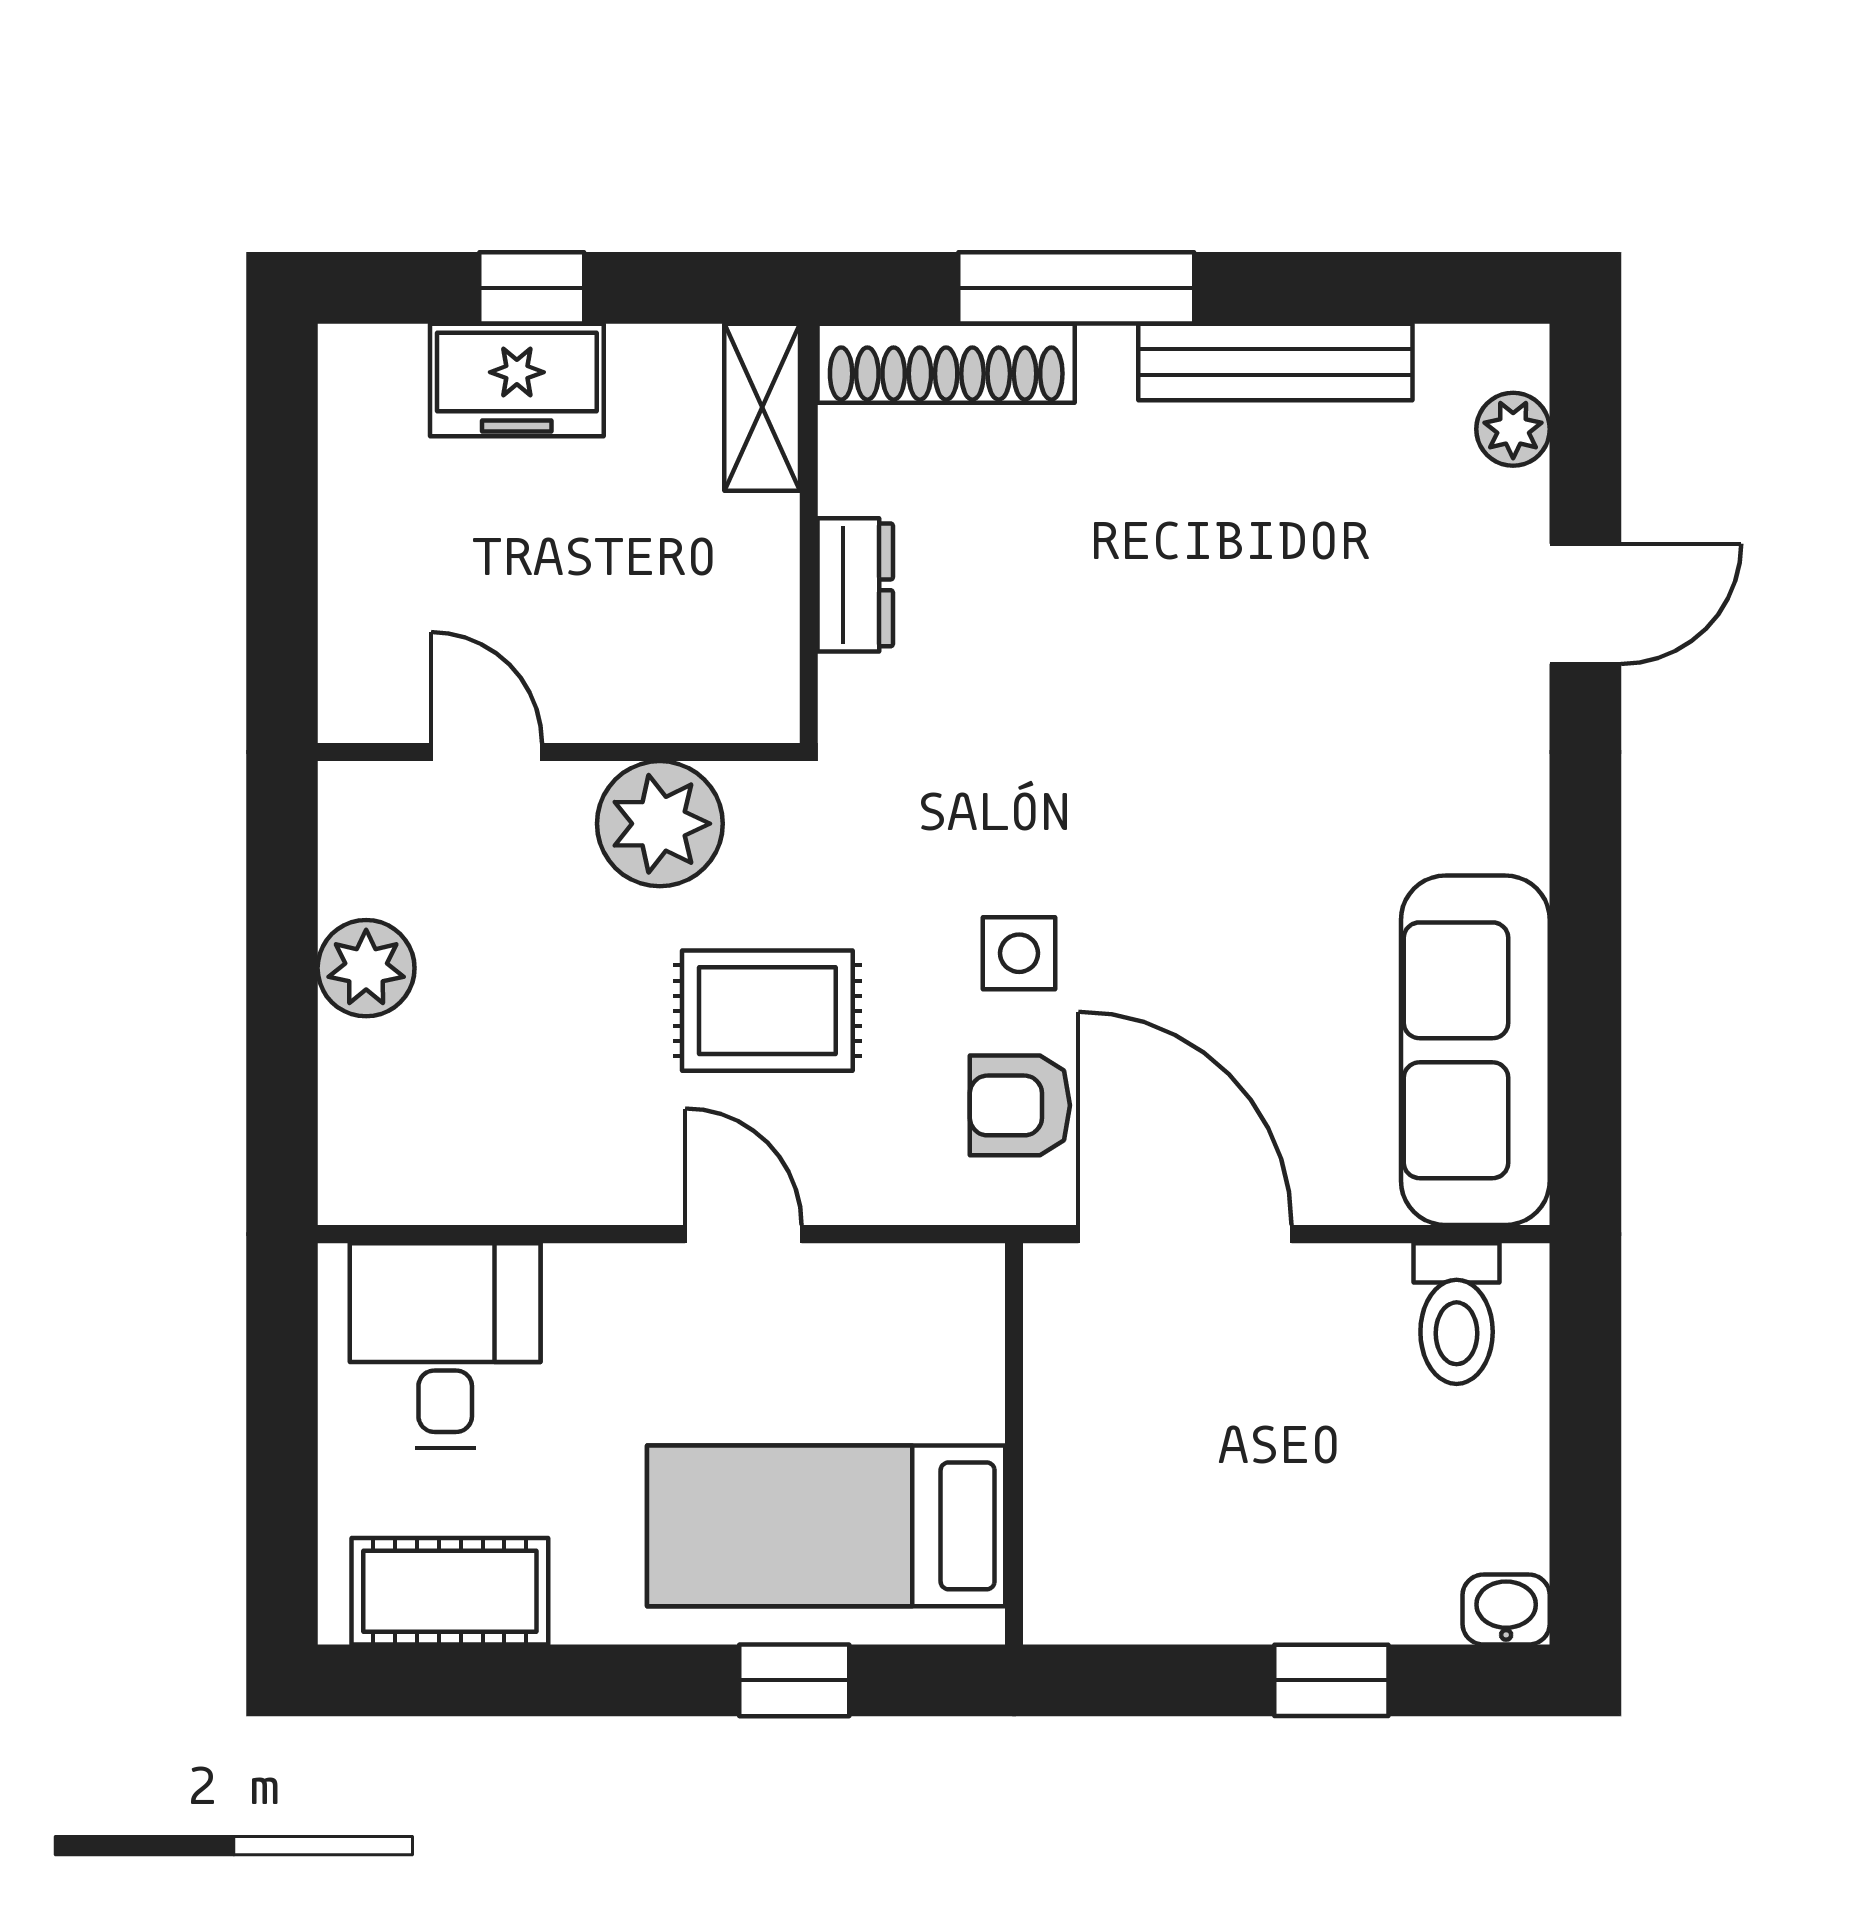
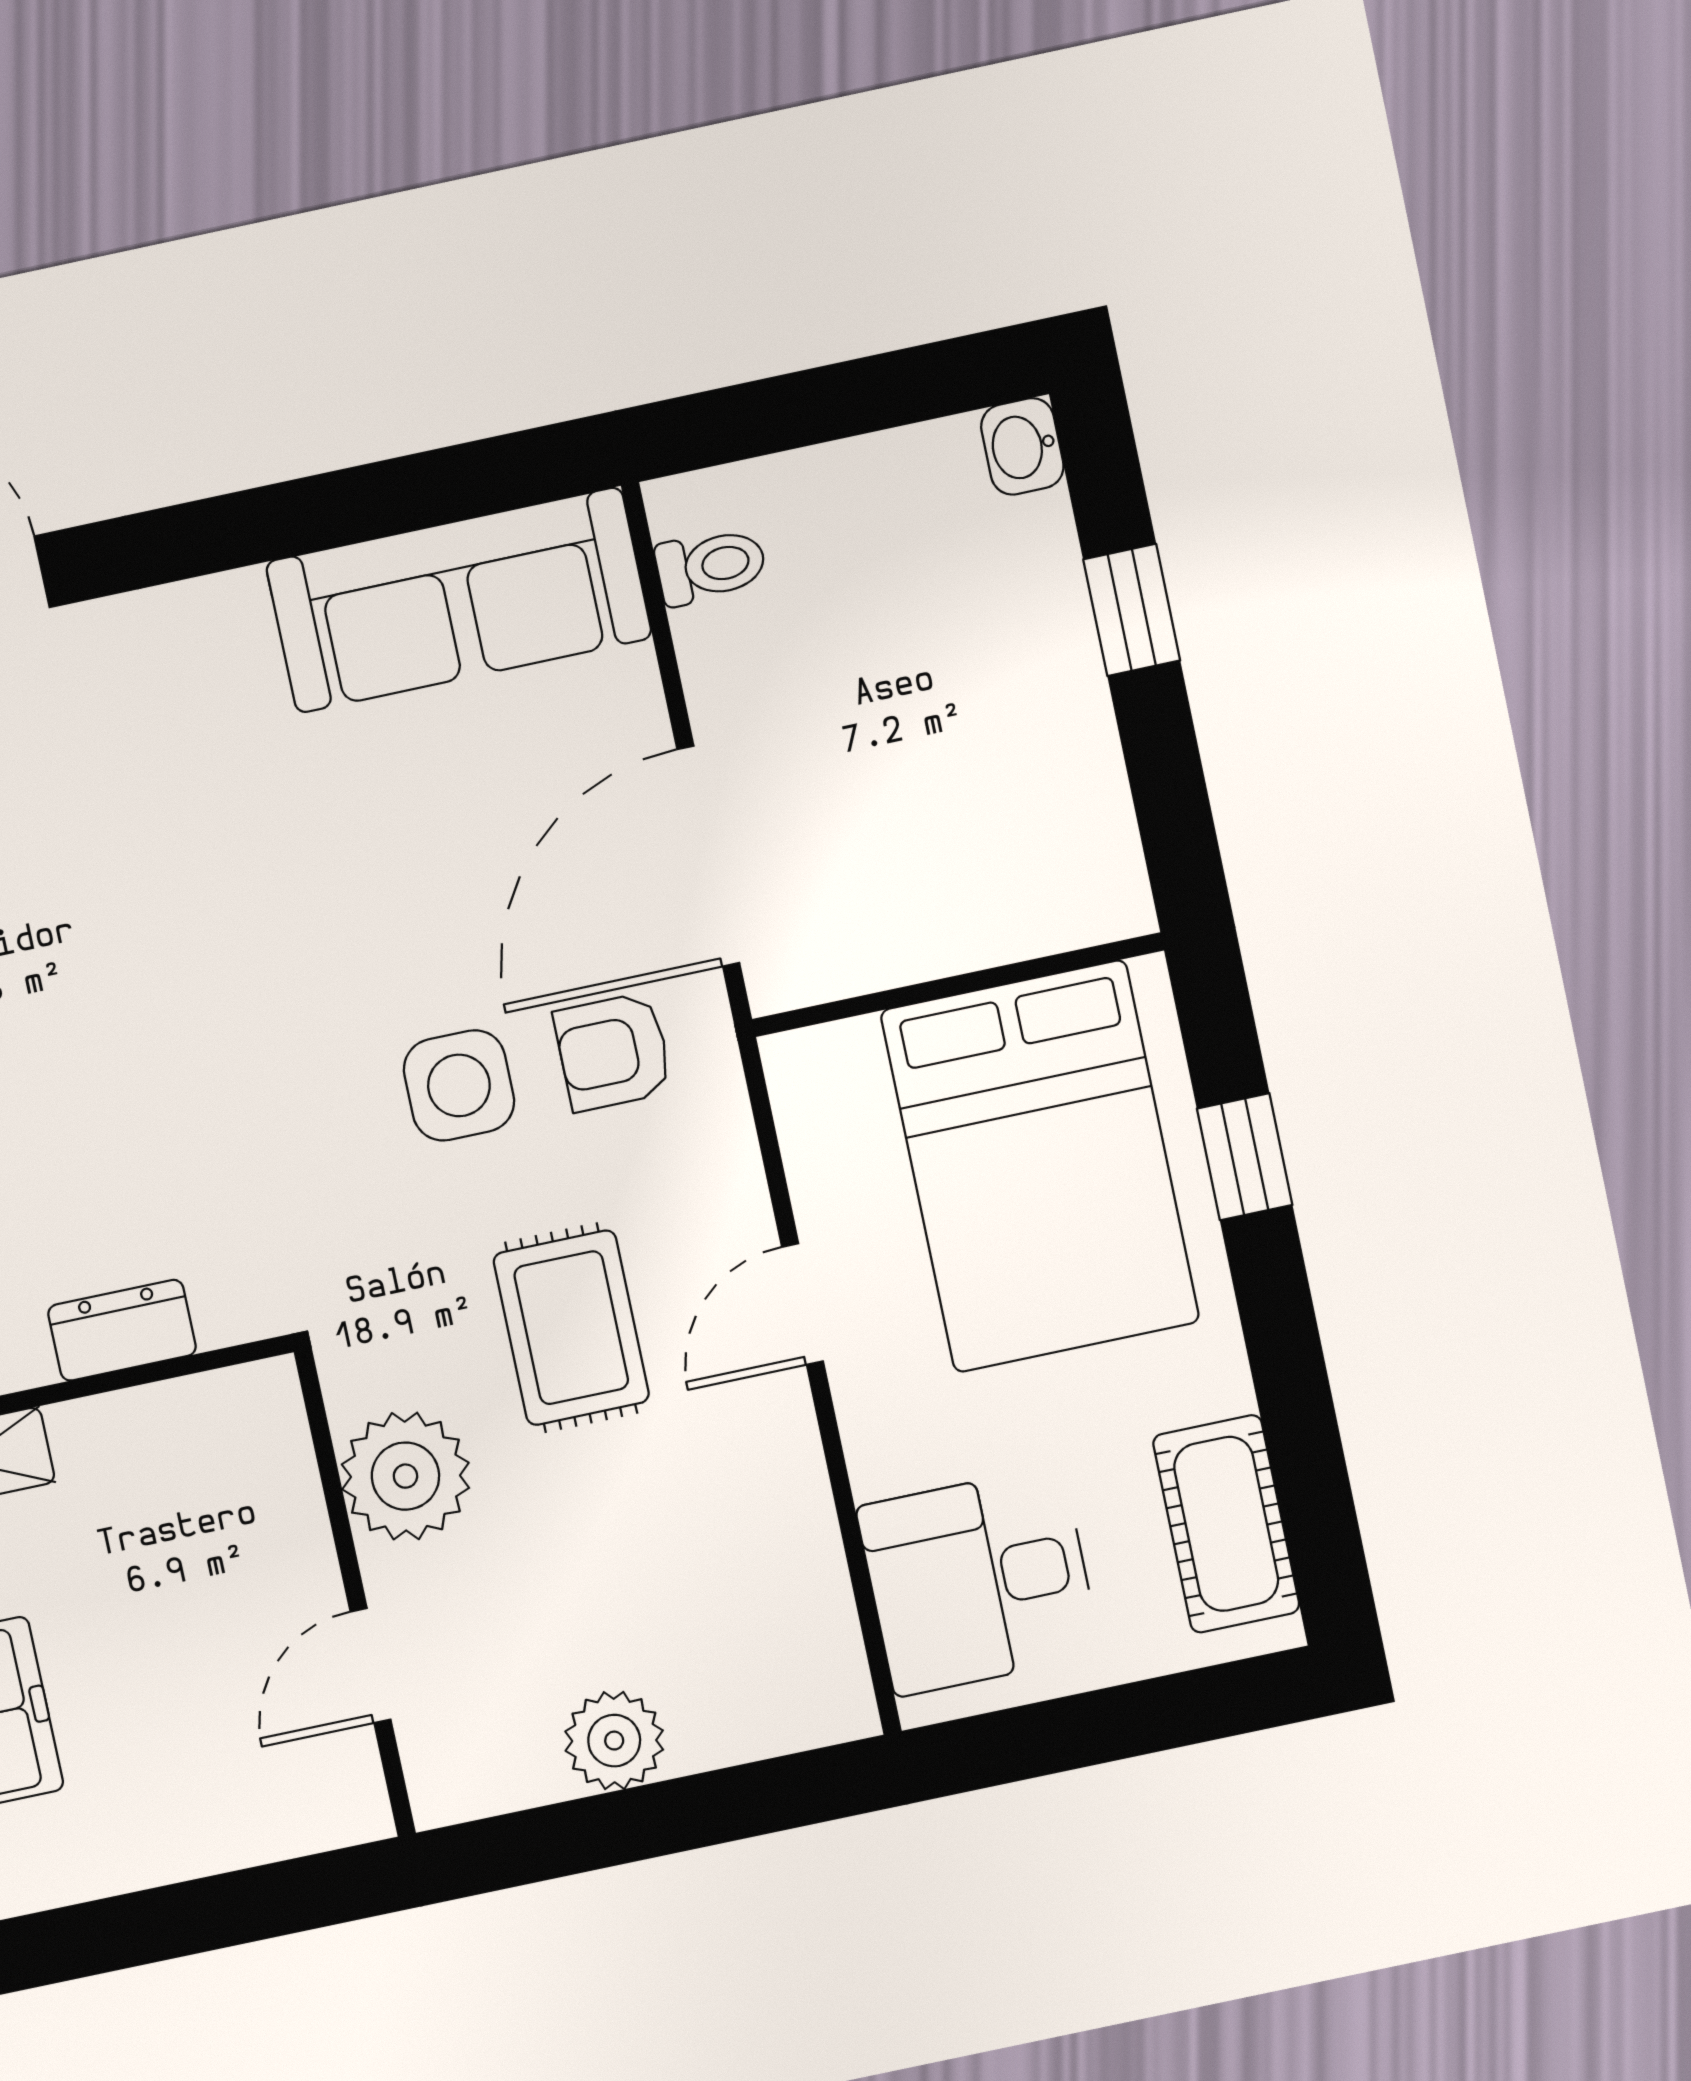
side table: (1019, 953) -> (459, 1085), width x1.37, depth x1.37
armchair: (1020, 1105) -> (613, 1052), turned 90
toilet: (1457, 1314) -> (711, 566), width x0.73, depth x0.72
bed: (826, 1526) -> (1040, 1166), width x1.50

